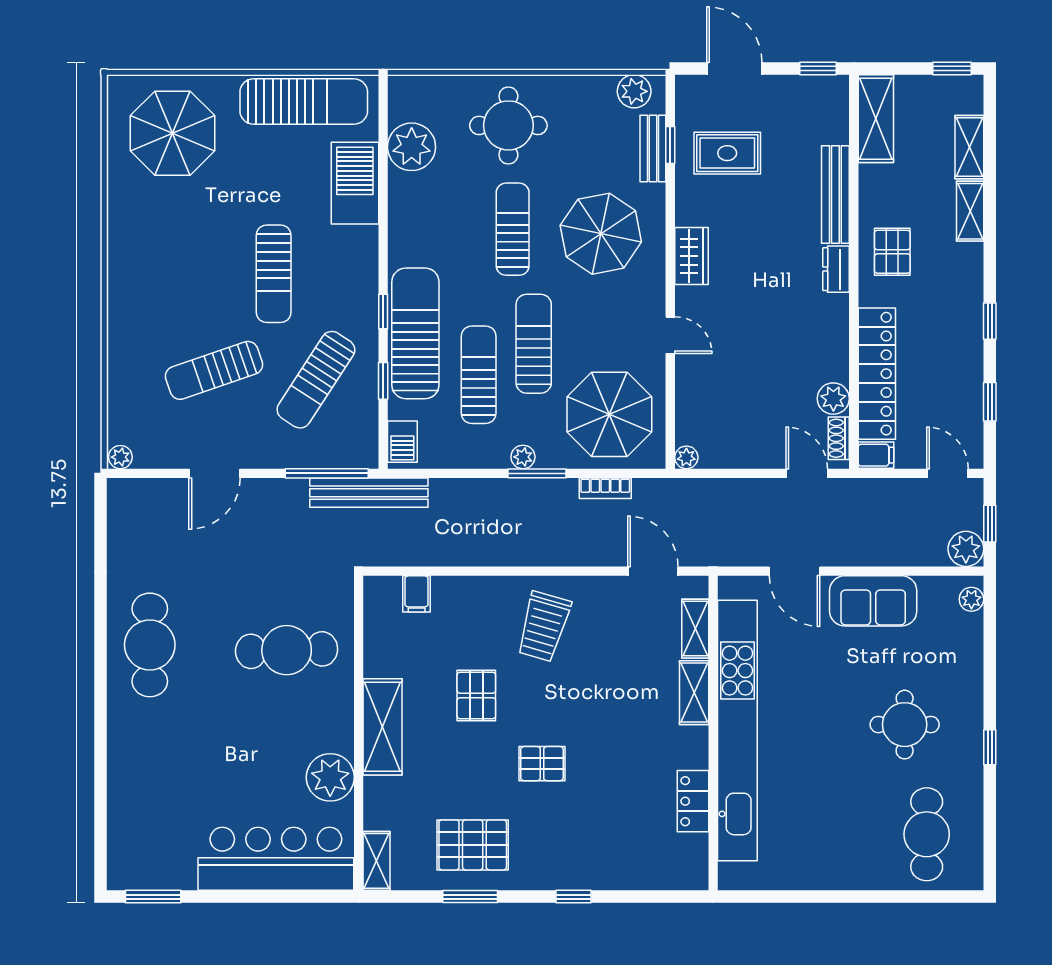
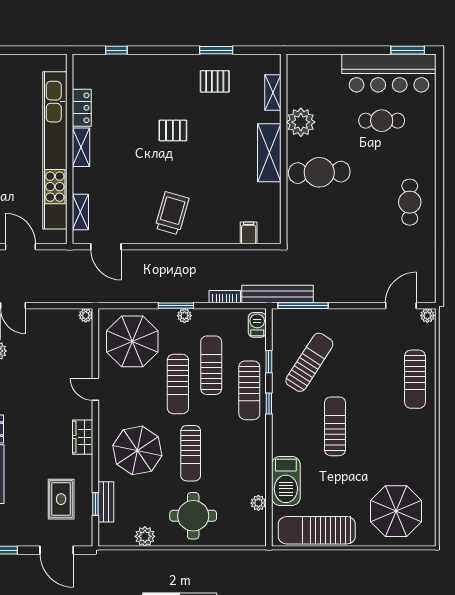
plant: (634, 91) -> (145, 536), moved
plant: (412, 147) -> (258, 503), width x0.53, depth x0.53
rug: (727, 153) -> (61, 499), turned 90
sun lounger: (415, 333) -> (249, 390), width x0.73, depth x0.75
sun lounger: (214, 370) -> (415, 379), moved, turned 109
sun lounger: (479, 375) -> (211, 365), turned 180
door: (214, 473) -> (401, 306), moved
bookcase: (605, 488) -> (225, 297), moved
cafe table: (150, 645) -> (410, 202), width x0.73, depth x0.74
cafe table: (287, 650) -> (319, 172), moved
shelving: (694, 693) -> (81, 147), moved
pallet: (476, 695) -> (213, 172), removed
cafe table: (196, 780) -> (382, 121), added
pallet: (473, 845) -> (215, 81), width x0.67, depth x0.71
bar counter: (276, 859) -> (389, 73), moved
shelving: (377, 861) -> (273, 92), moved
window: (574, 897) -> (116, 50), moved

